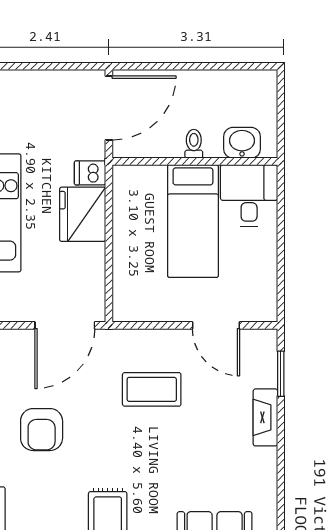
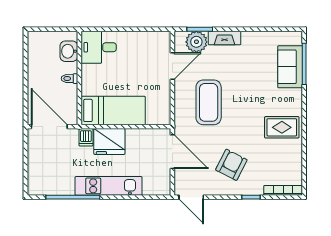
bed: (193, 221) -> (113, 110), moved
plant: (259, 368) -> (196, 42), added
coffee table: (152, 389) -> (209, 102), width x1.36, depth x1.32
armchair: (42, 430) -> (231, 165), turned -63

